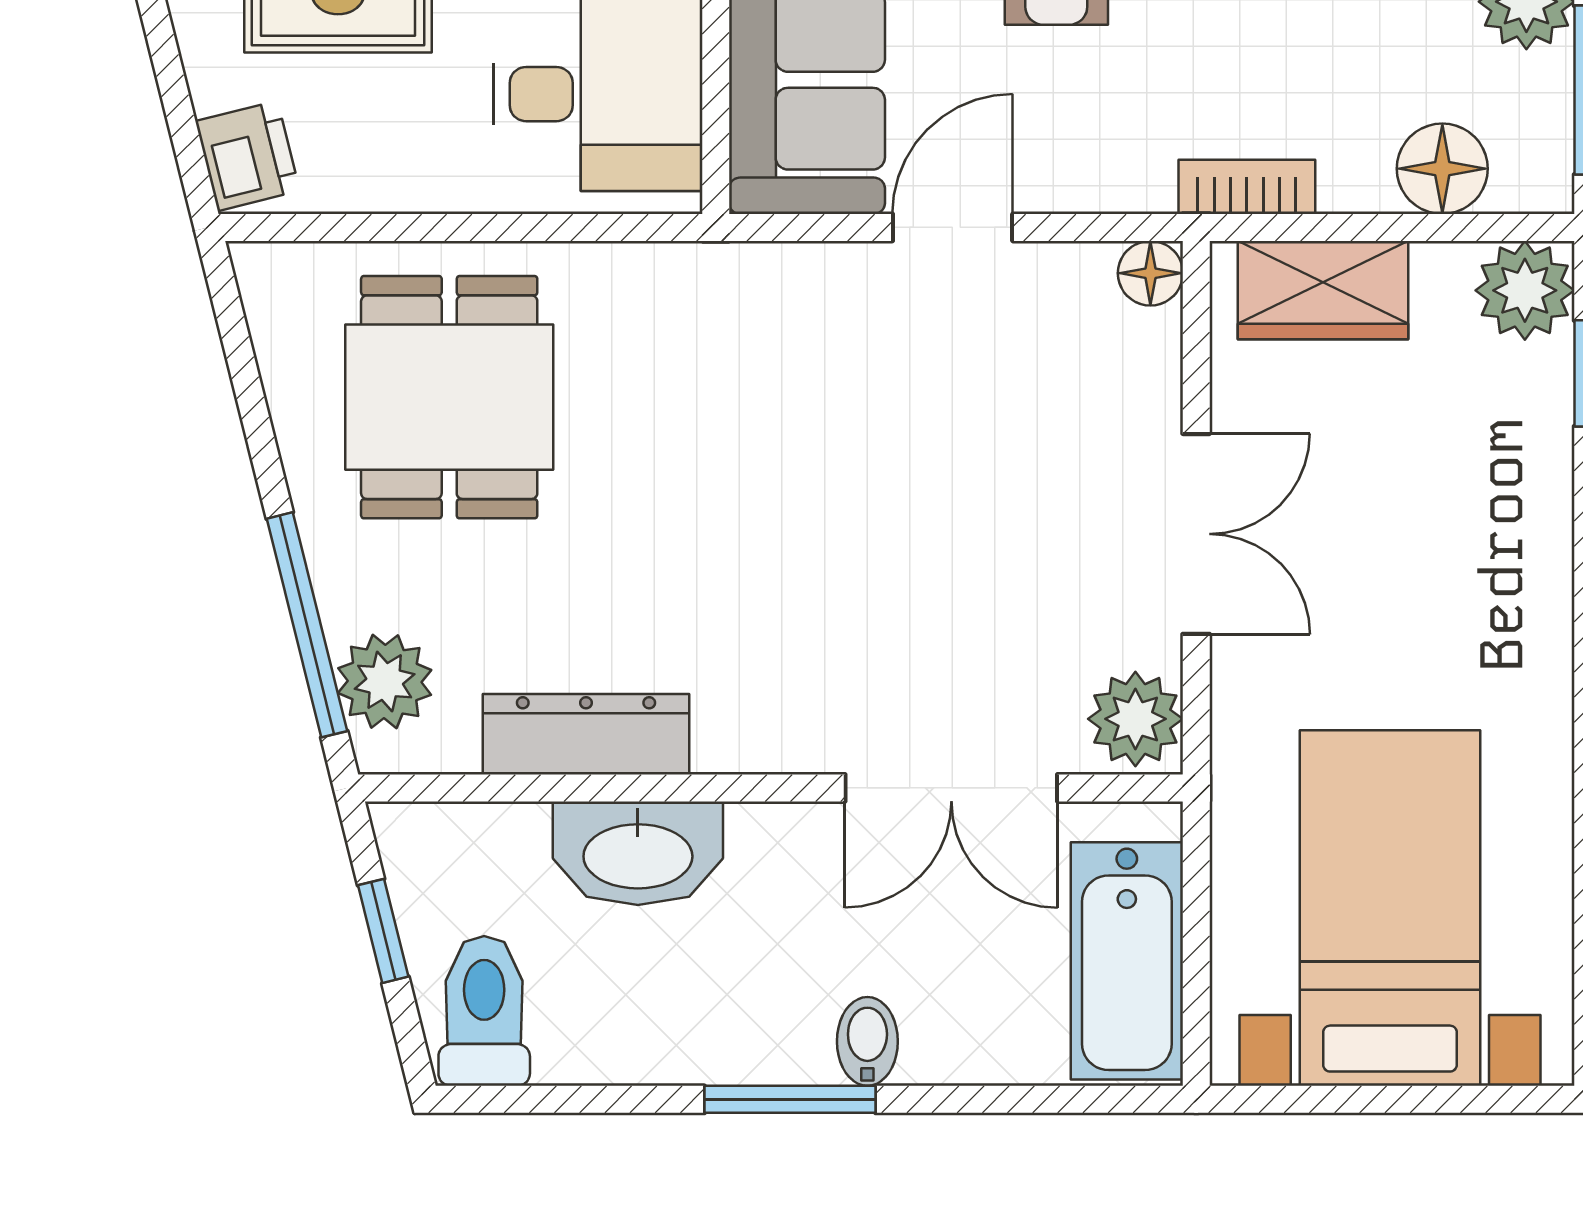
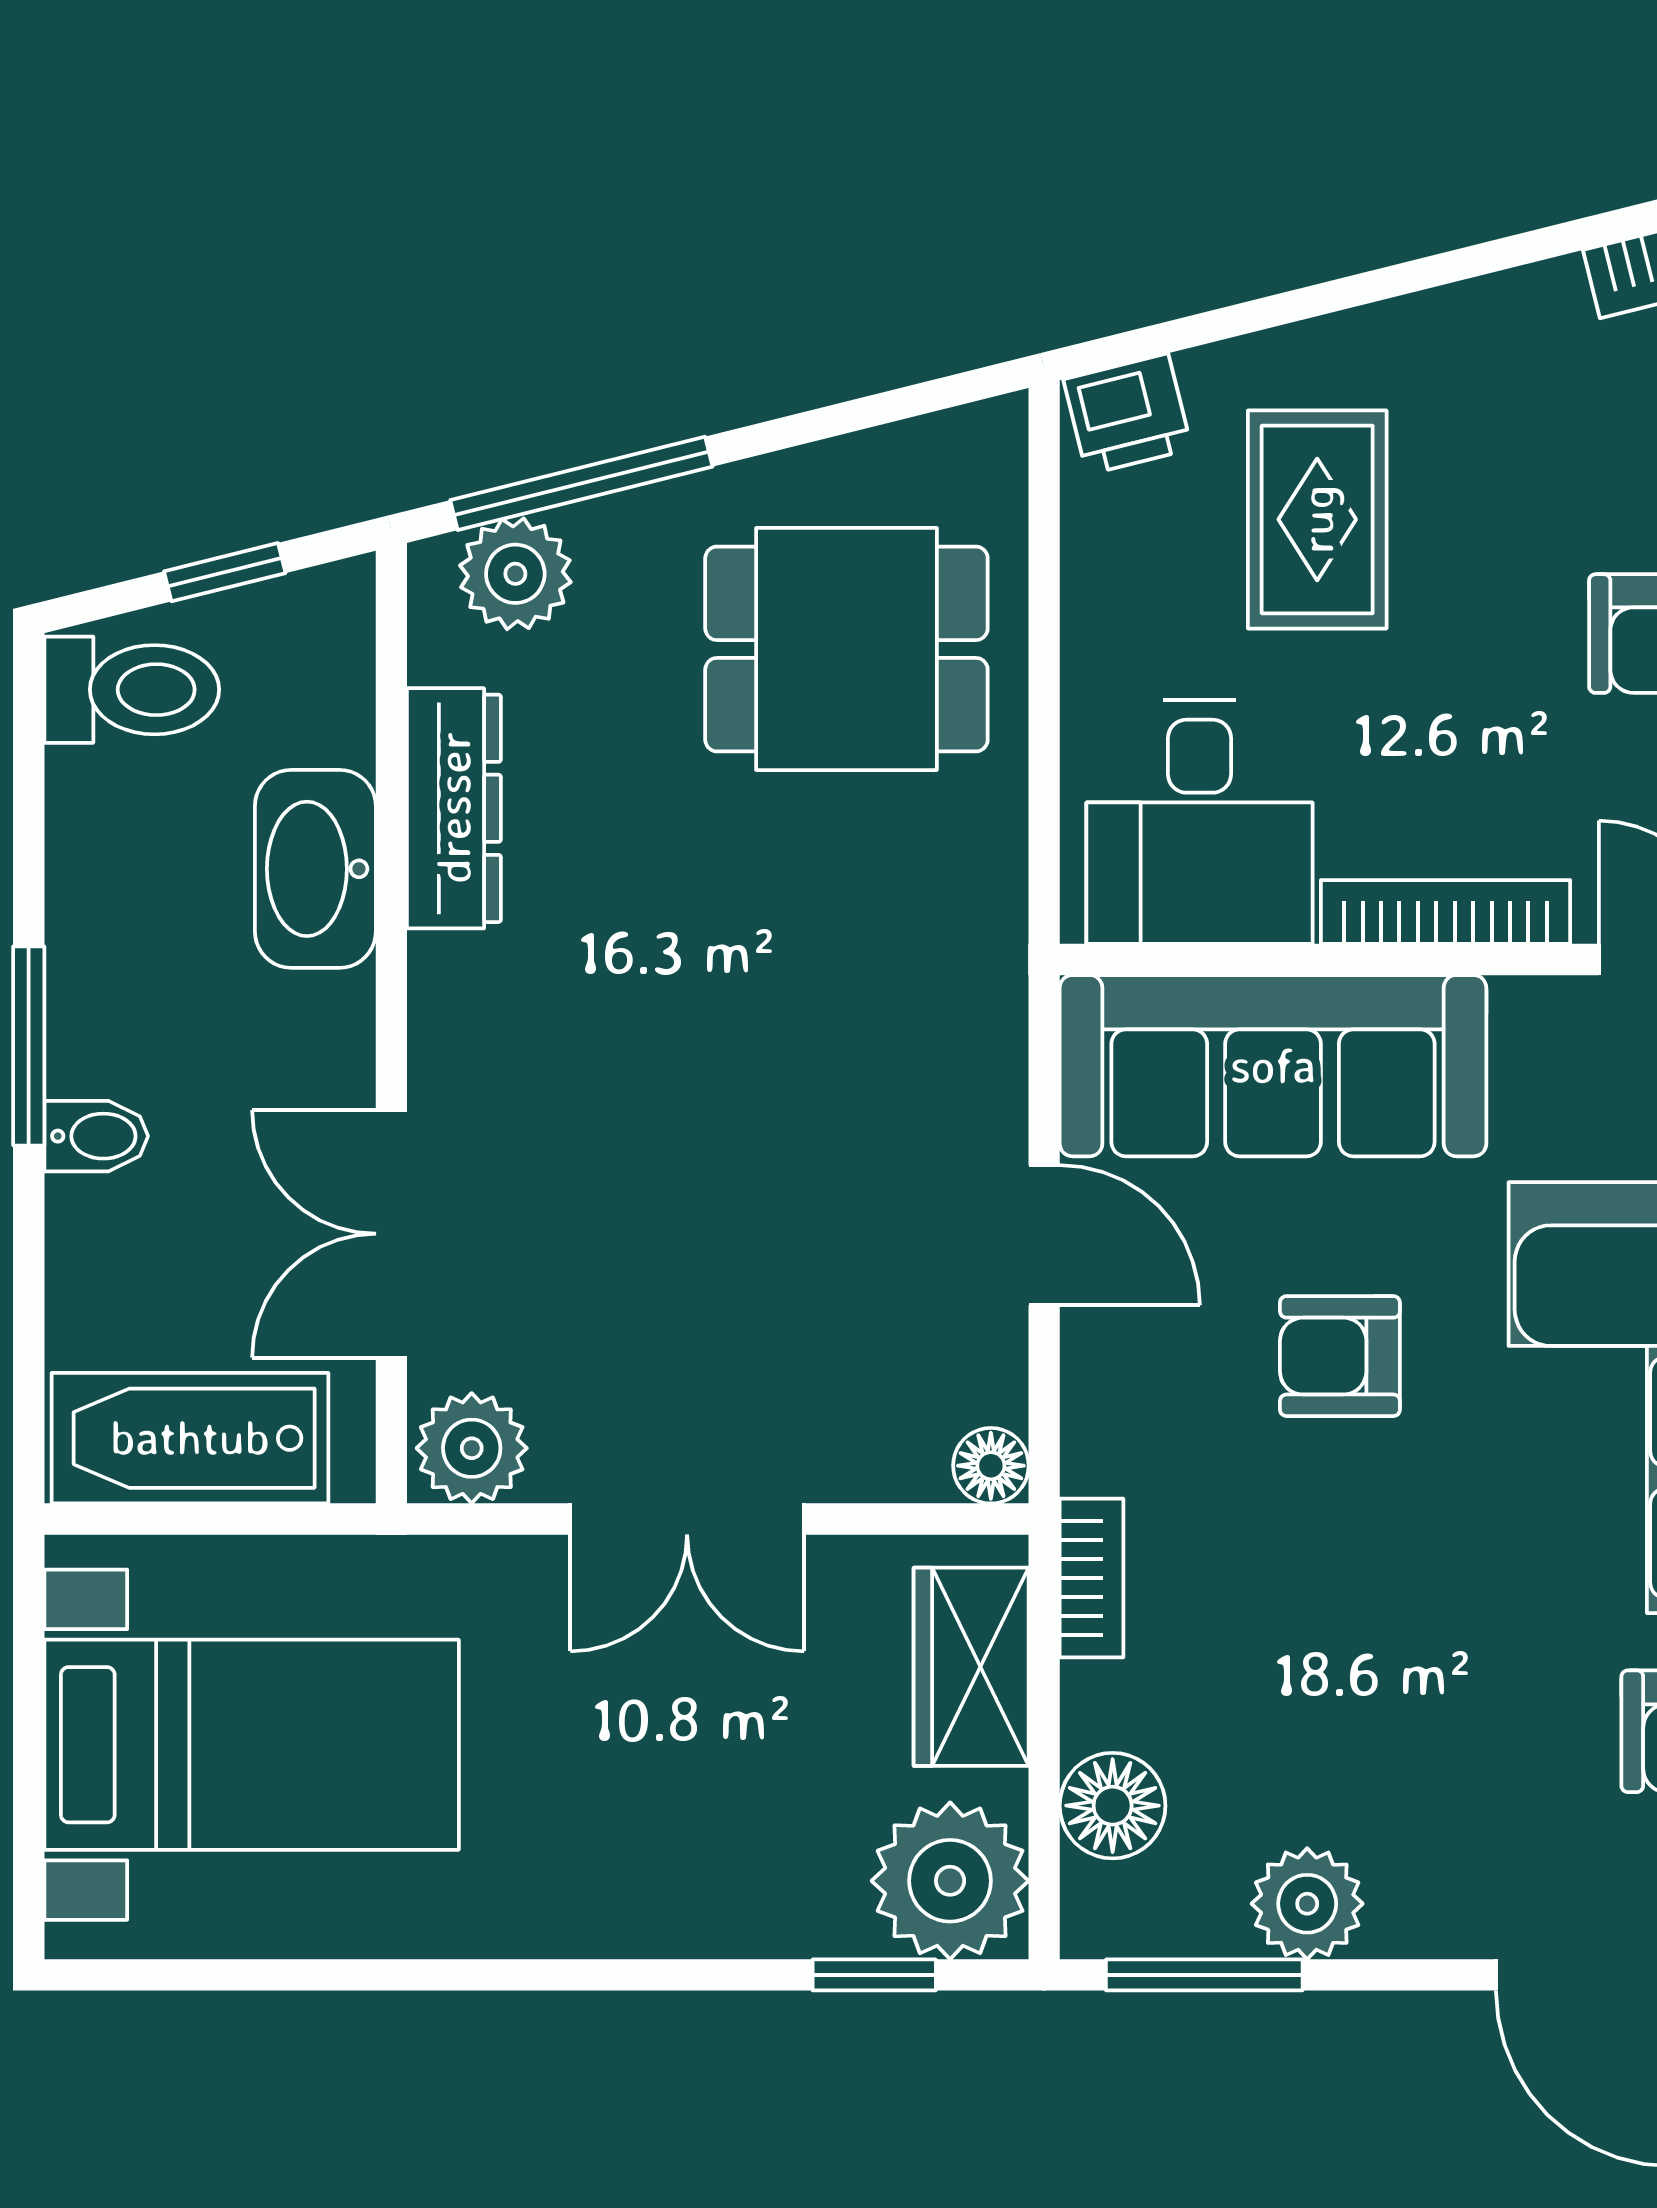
plant: (1525, 290) -> (950, 1881), width x1.36, depth x1.36

